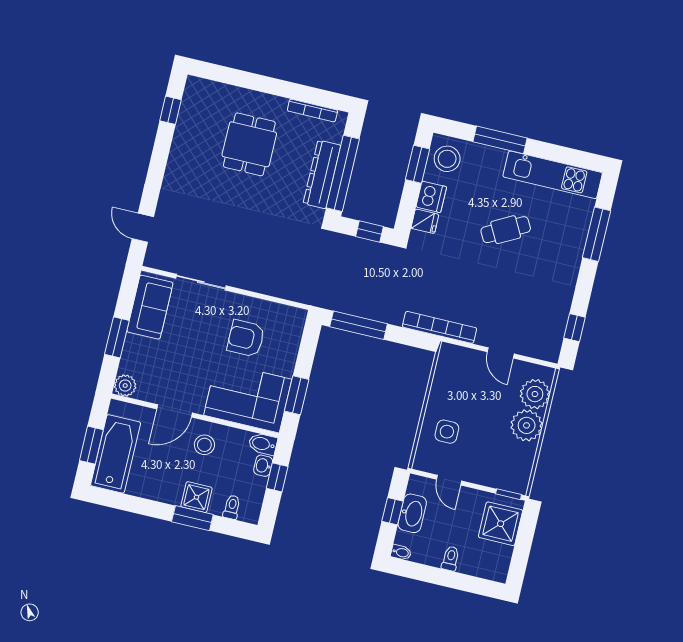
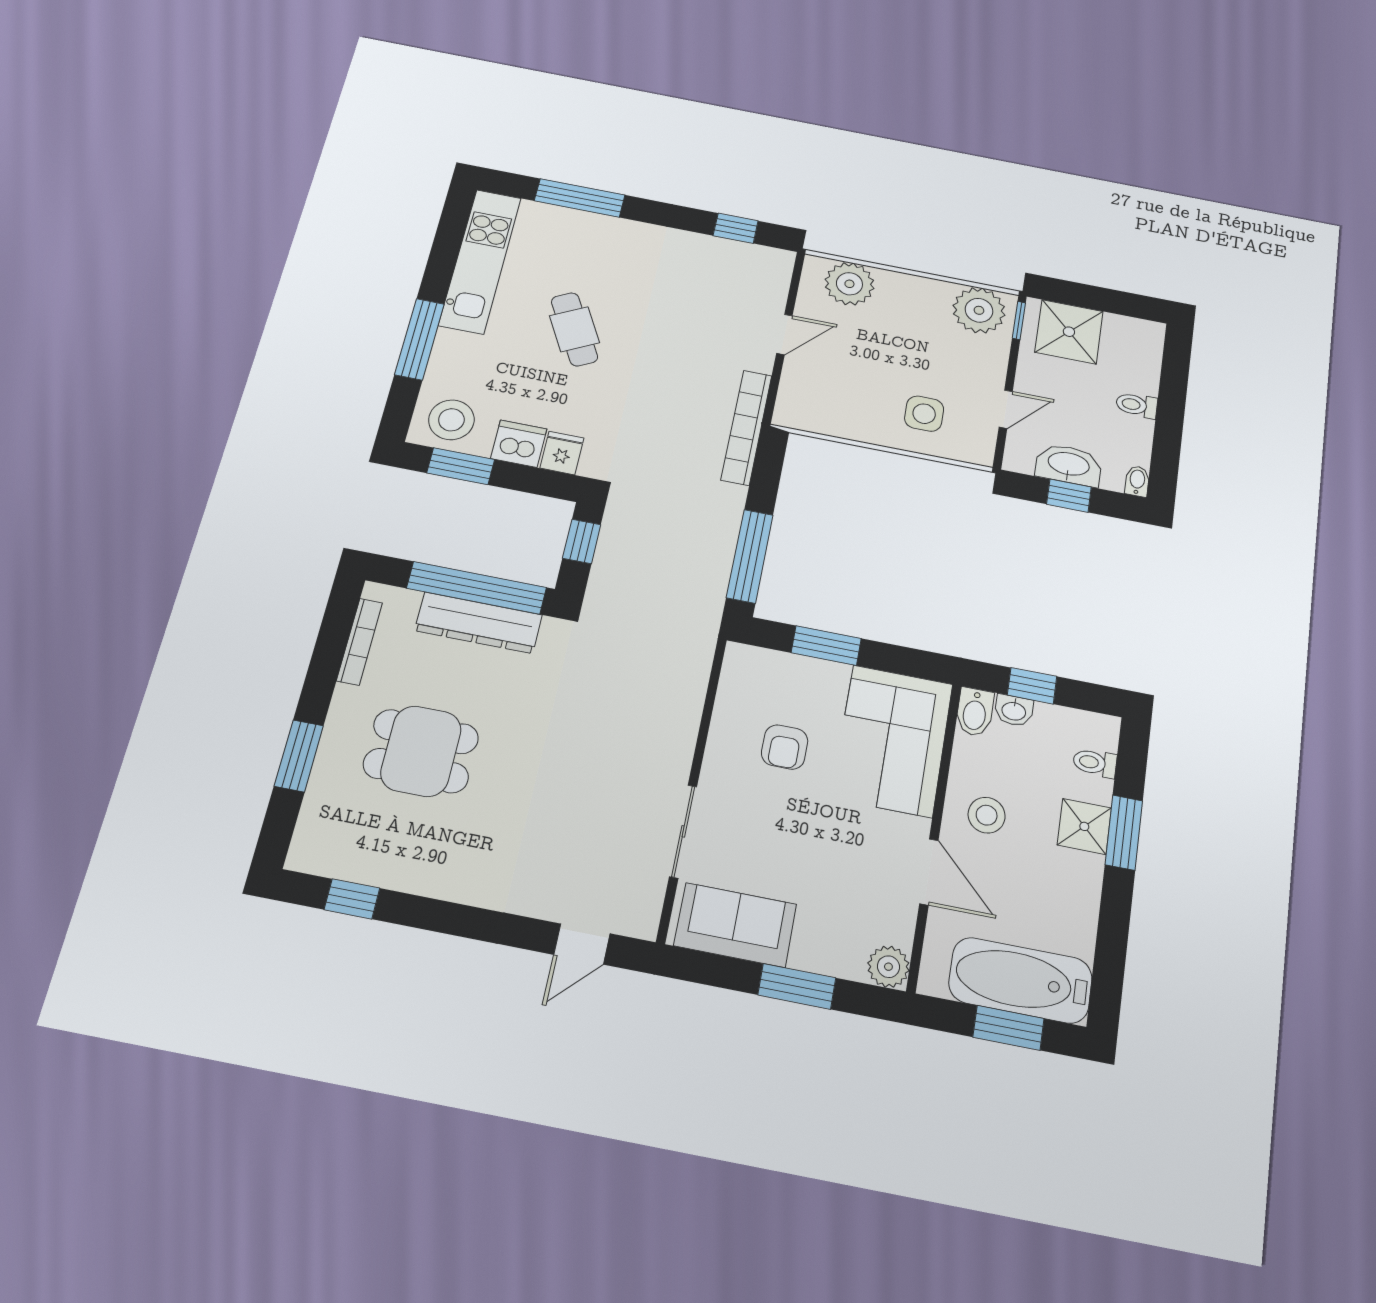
window: (249, 80) -> (299, 756), added
armchair: (246, 338) -> (785, 747), width x0.72, depth x0.72
window: (297, 395) -> (826, 646), moved
plant: (527, 425) -> (979, 310), moved

